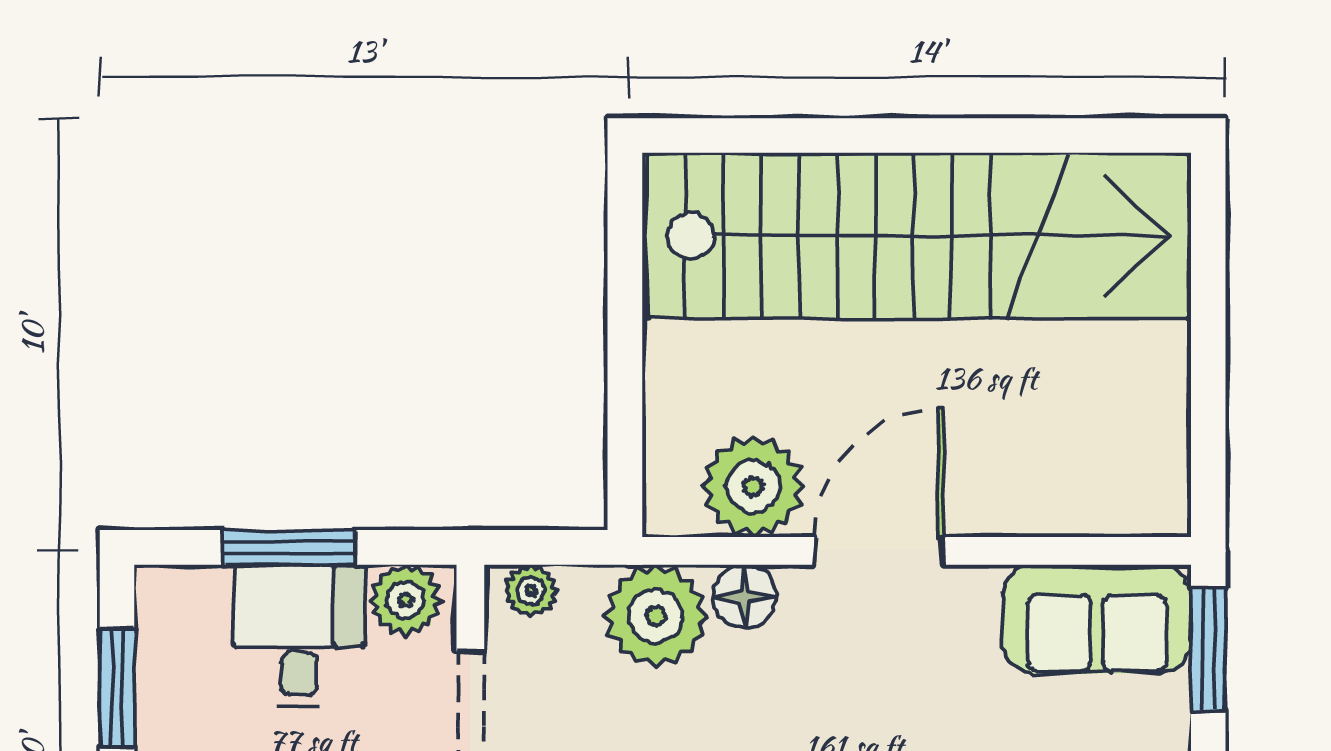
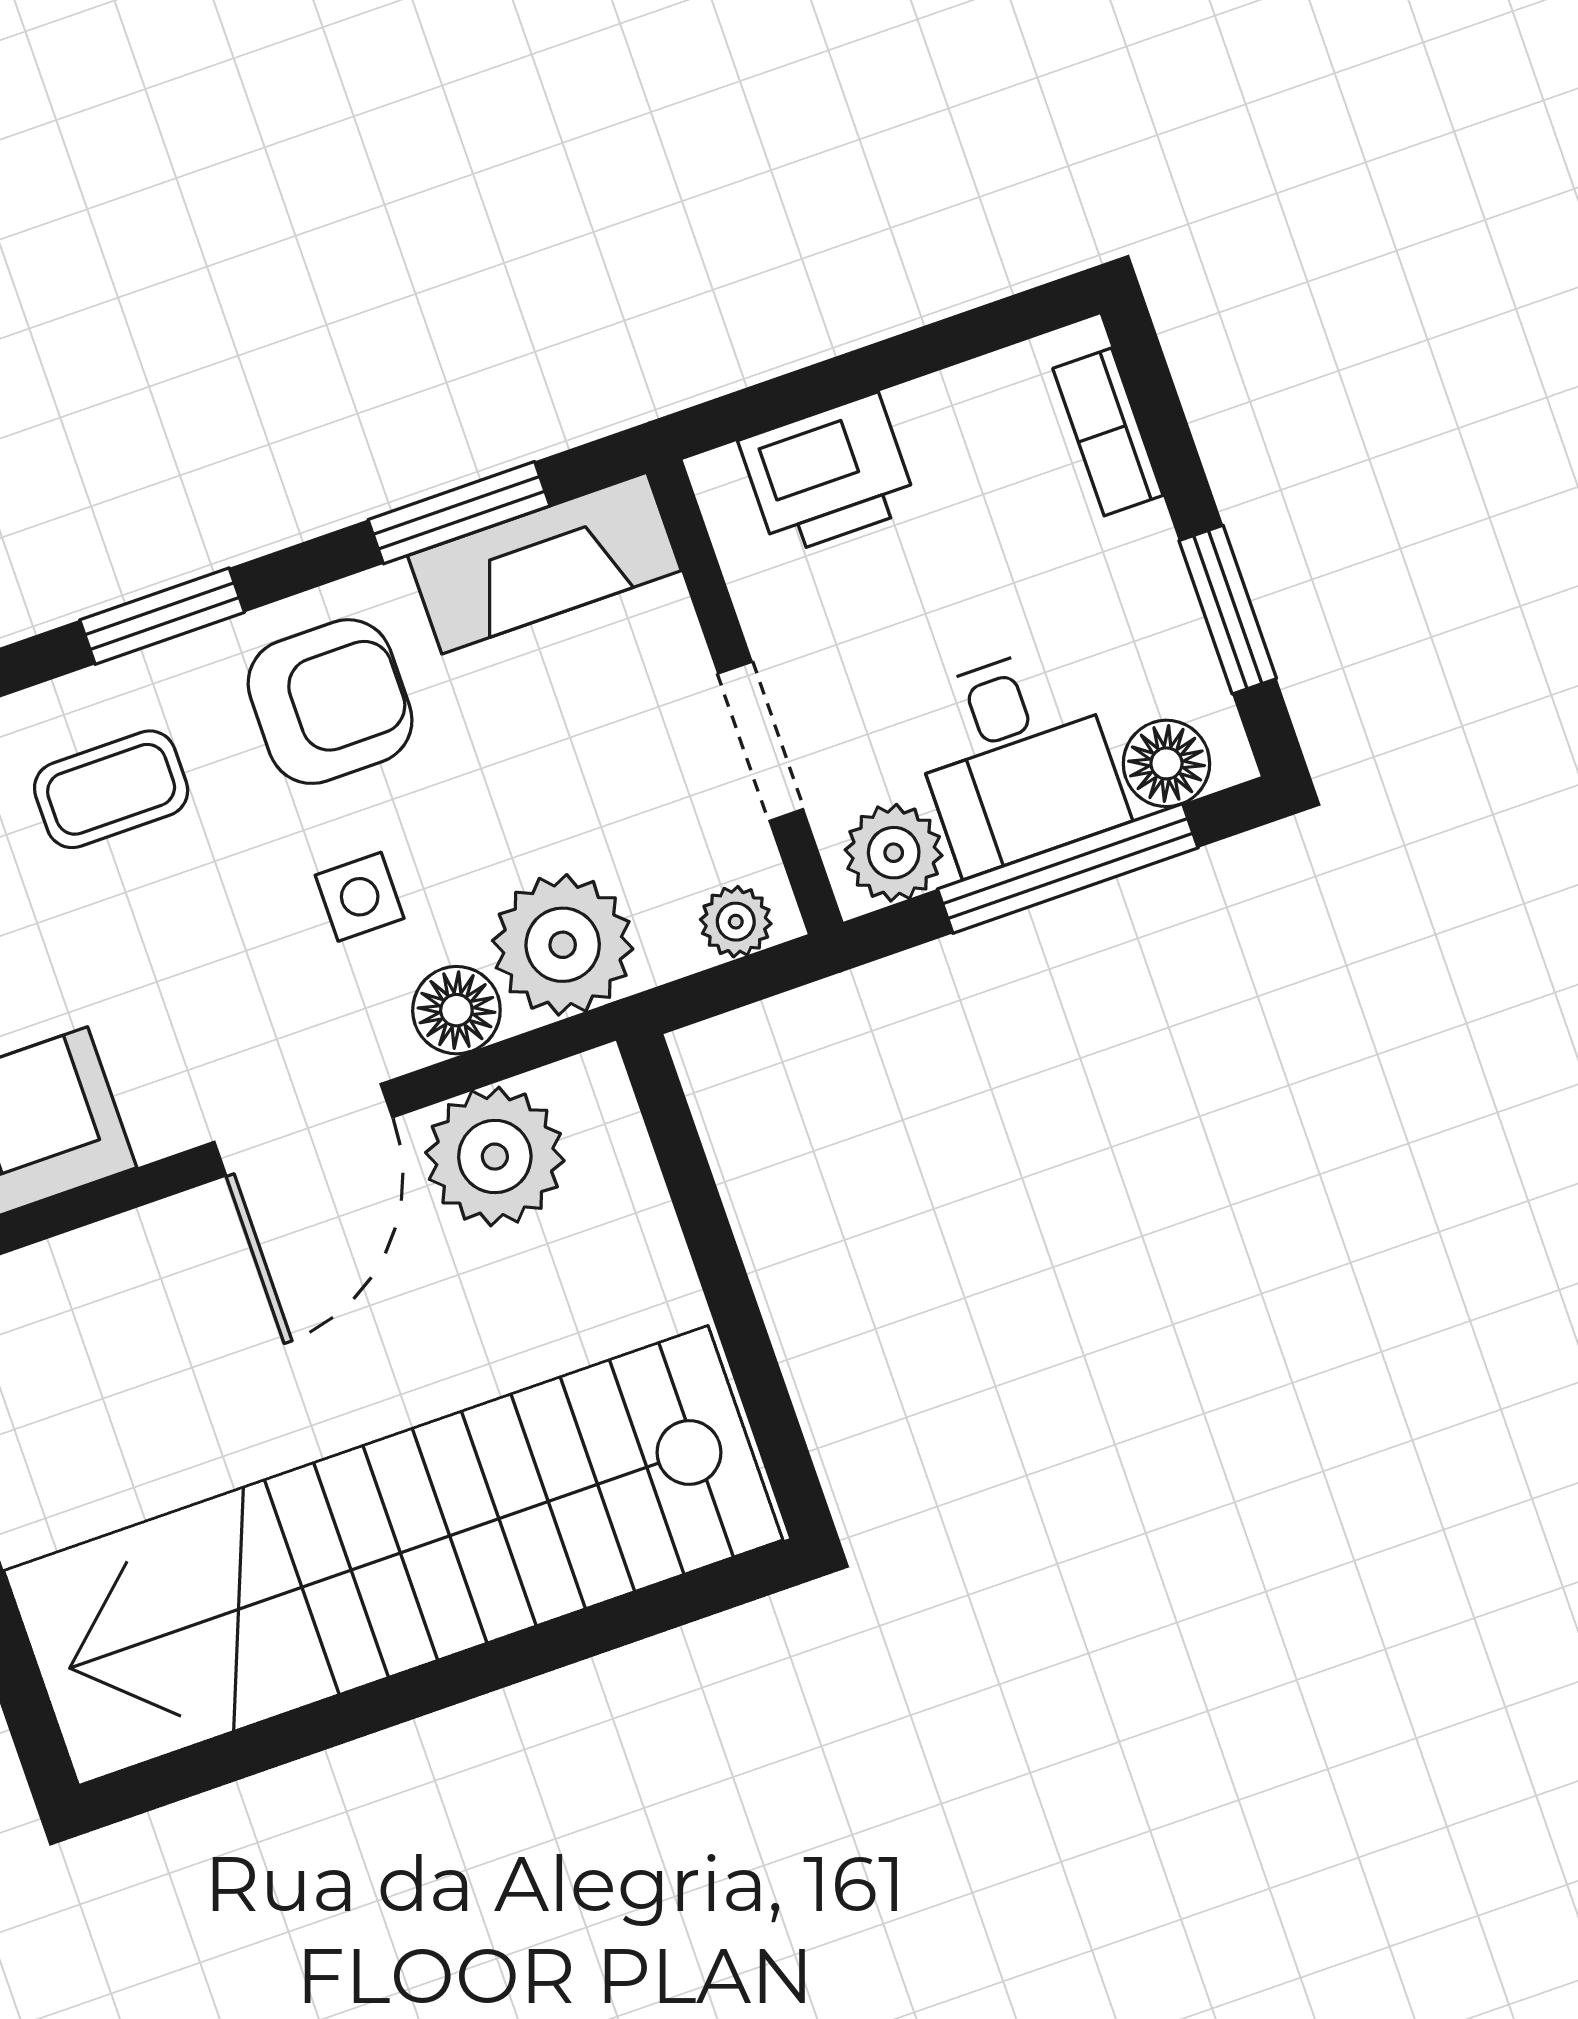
window: (289, 547) -> (1068, 868), width x1.44
floor lamp: (196, 596) -> (1166, 763), added
side table: (784, 698) -> (360, 897), added

